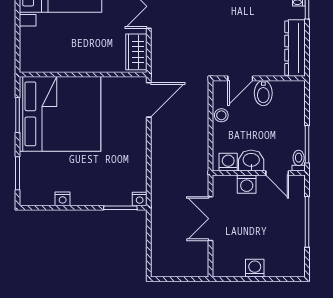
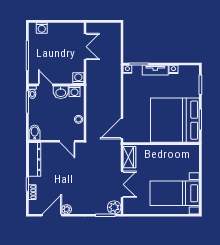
door: (240, 78) -> (67, 141), swing flipped
bidet: (263, 93) -> (35, 133), moved
washing machine: (247, 184) -> (78, 78), moved
tv unit: (93, 198) -> (155, 70), added
double door: (211, 219) -> (85, 47), moved
washing machine: (255, 268) -> (42, 28), moved

